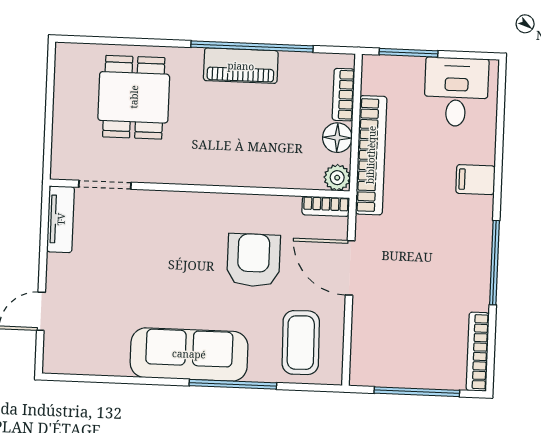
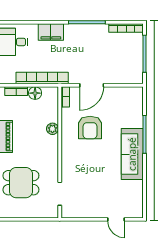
plant: (337, 178) -> (52, 129), moved
filing cabinet: (475, 180) -> (51, 32), width x2.00
tv unit: (61, 219) -> (75, 212), removed
armchair: (253, 260) -> (90, 128), turned -90
coffee table: (301, 343) -> (125, 105), removed

